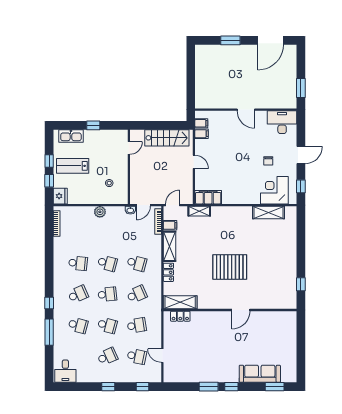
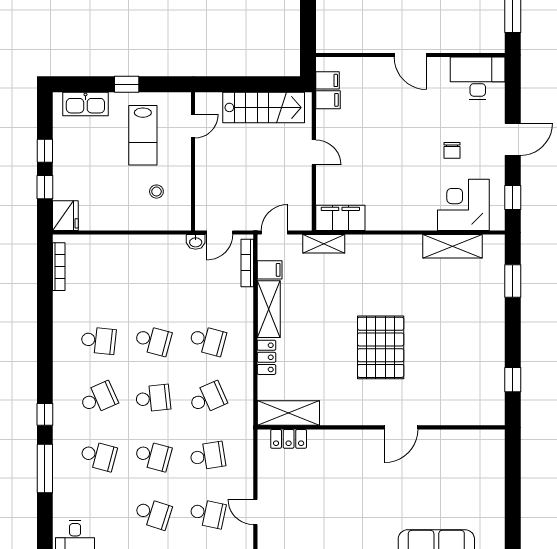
lab bench: (73, 166) -> (143, 135), moved, turned -90
plant: (100, 212) -> (139, 245), removed
window: (301, 231) -> (513, 281), added
pallet: (230, 267) -> (381, 347), turned 90
school desk: (107, 356) -> (153, 514), turned 42

